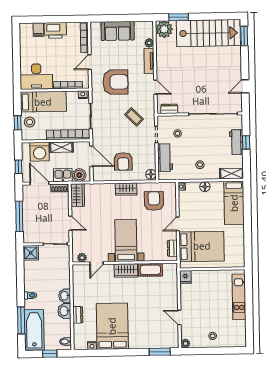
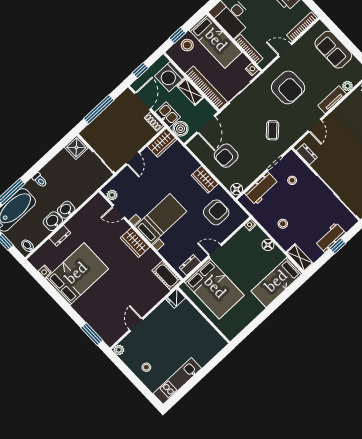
cot: (150, 270) -> (167, 276), moved
kitchen unit: (239, 297) -> (177, 381), moved

